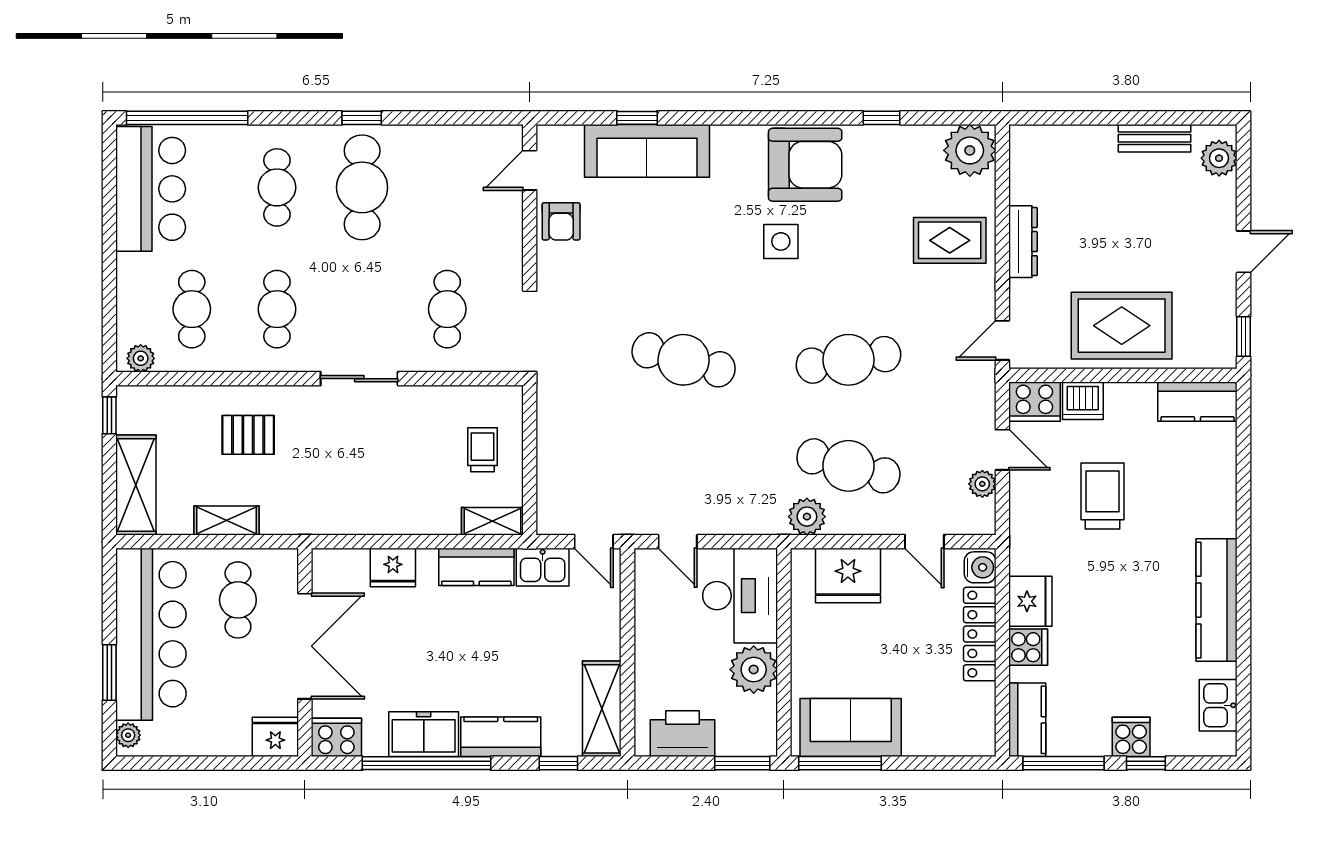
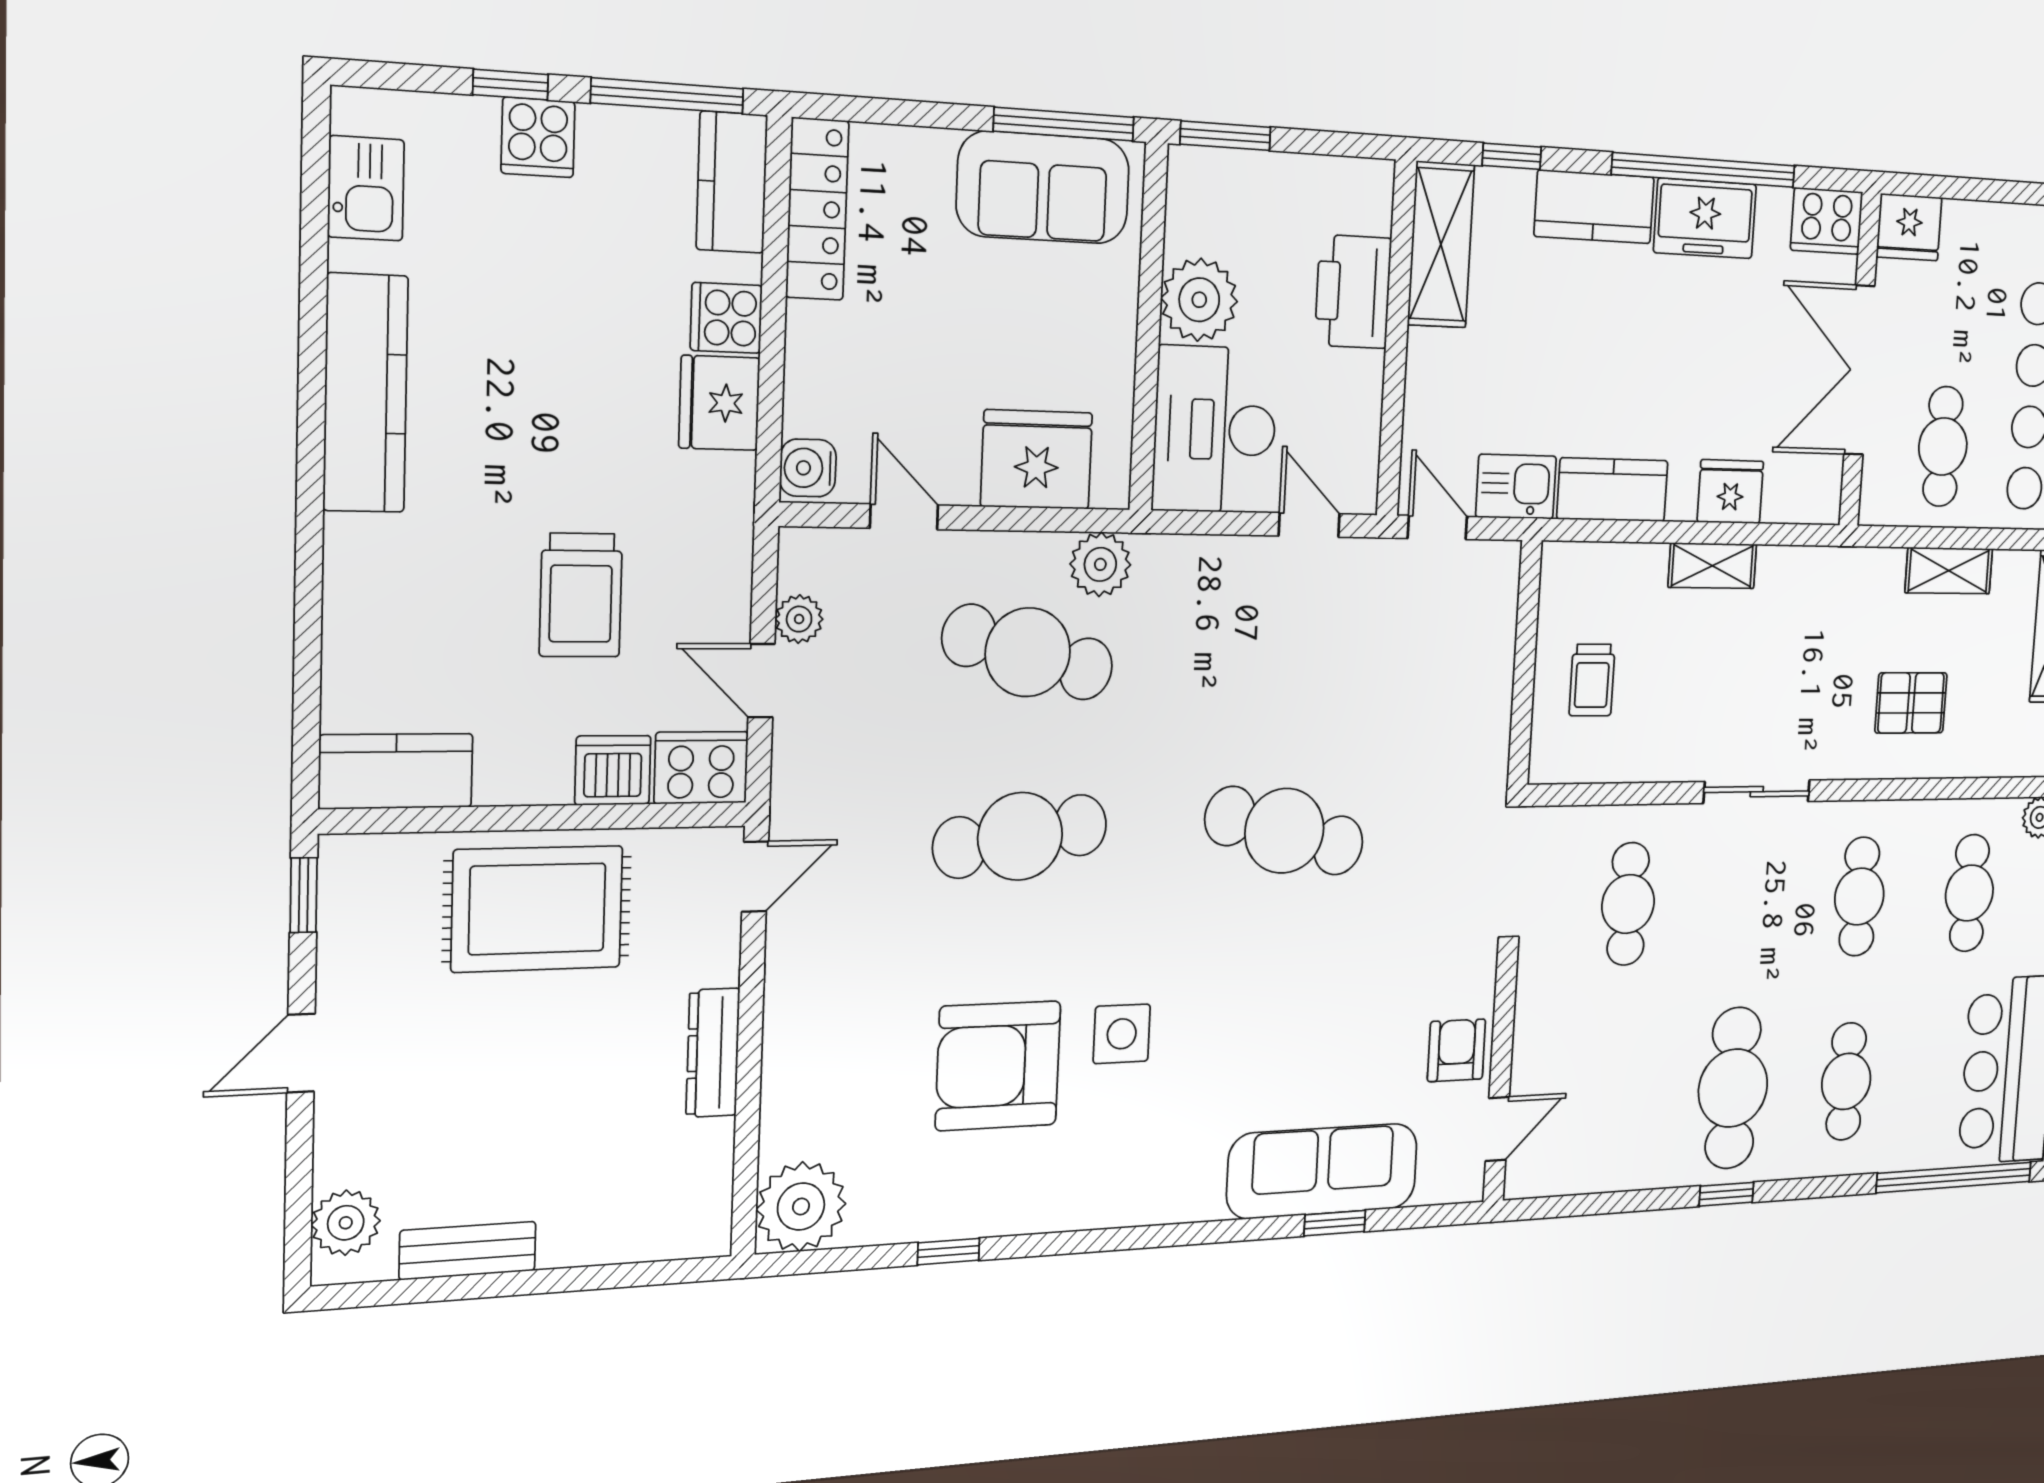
armchair: (805, 165) -> (998, 1066), moved
rug: (950, 240) -> (841, 1049), removed
shelving: (492, 521) -> (1712, 566), moved
locker: (980, 634) -> (817, 209), moved
printer: (682, 734) -> (1353, 292), moved, turned 90

